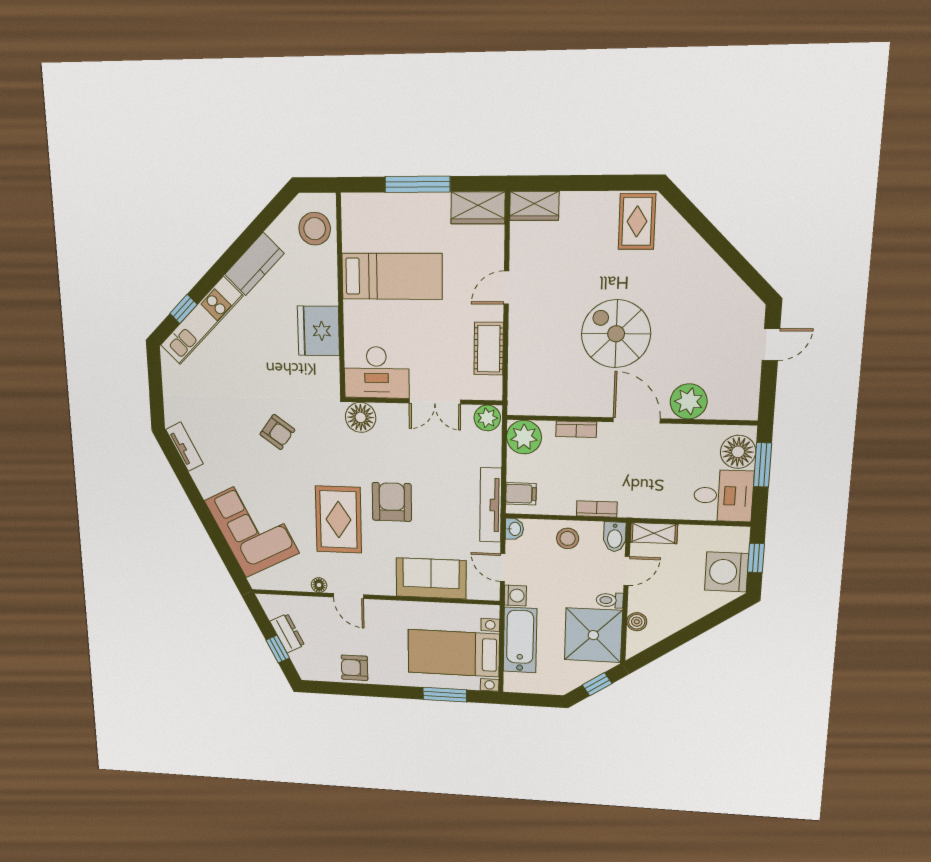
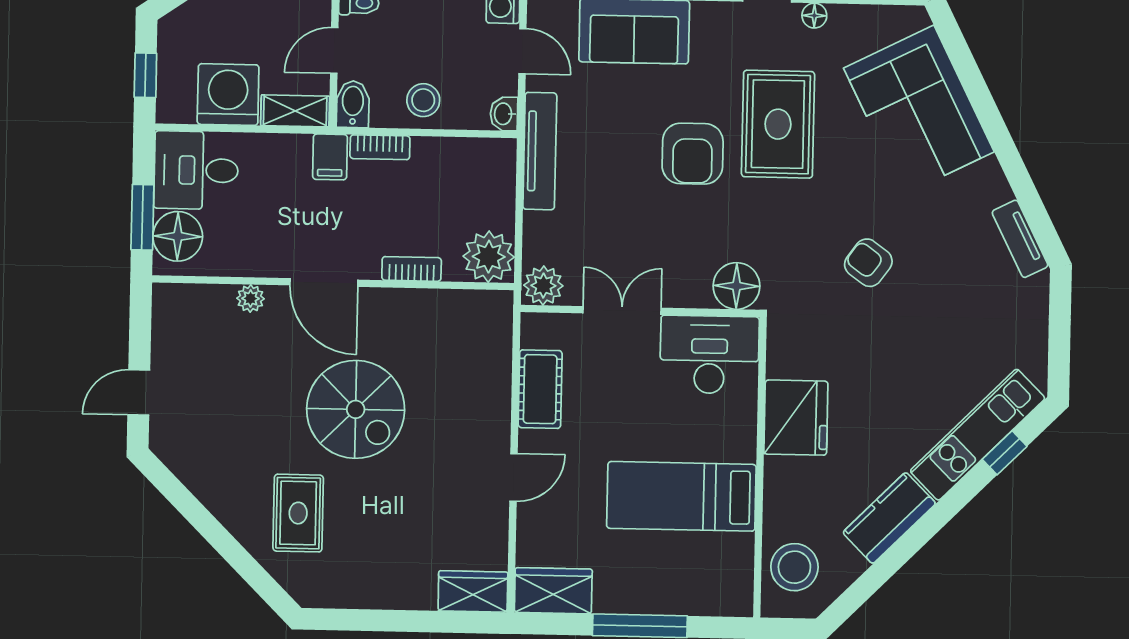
rug: (637, 221) -> (298, 513), moved
plant: (689, 401) -> (250, 298), width x0.53, depth x0.53
filing cabinet: (521, 494) -> (330, 157), moved, turned -90
washing machine: (726, 572) -> (228, 95), moved, turned -90

